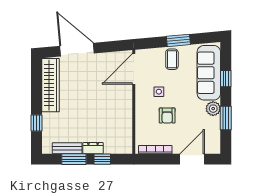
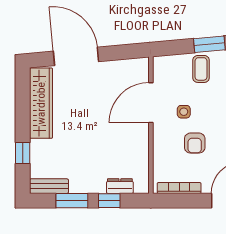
door: (134, 69) -> (151, 103), moved
bench: (67, 148) -> (49, 186), moved
dresser: (93, 148) -> (120, 186), moved

